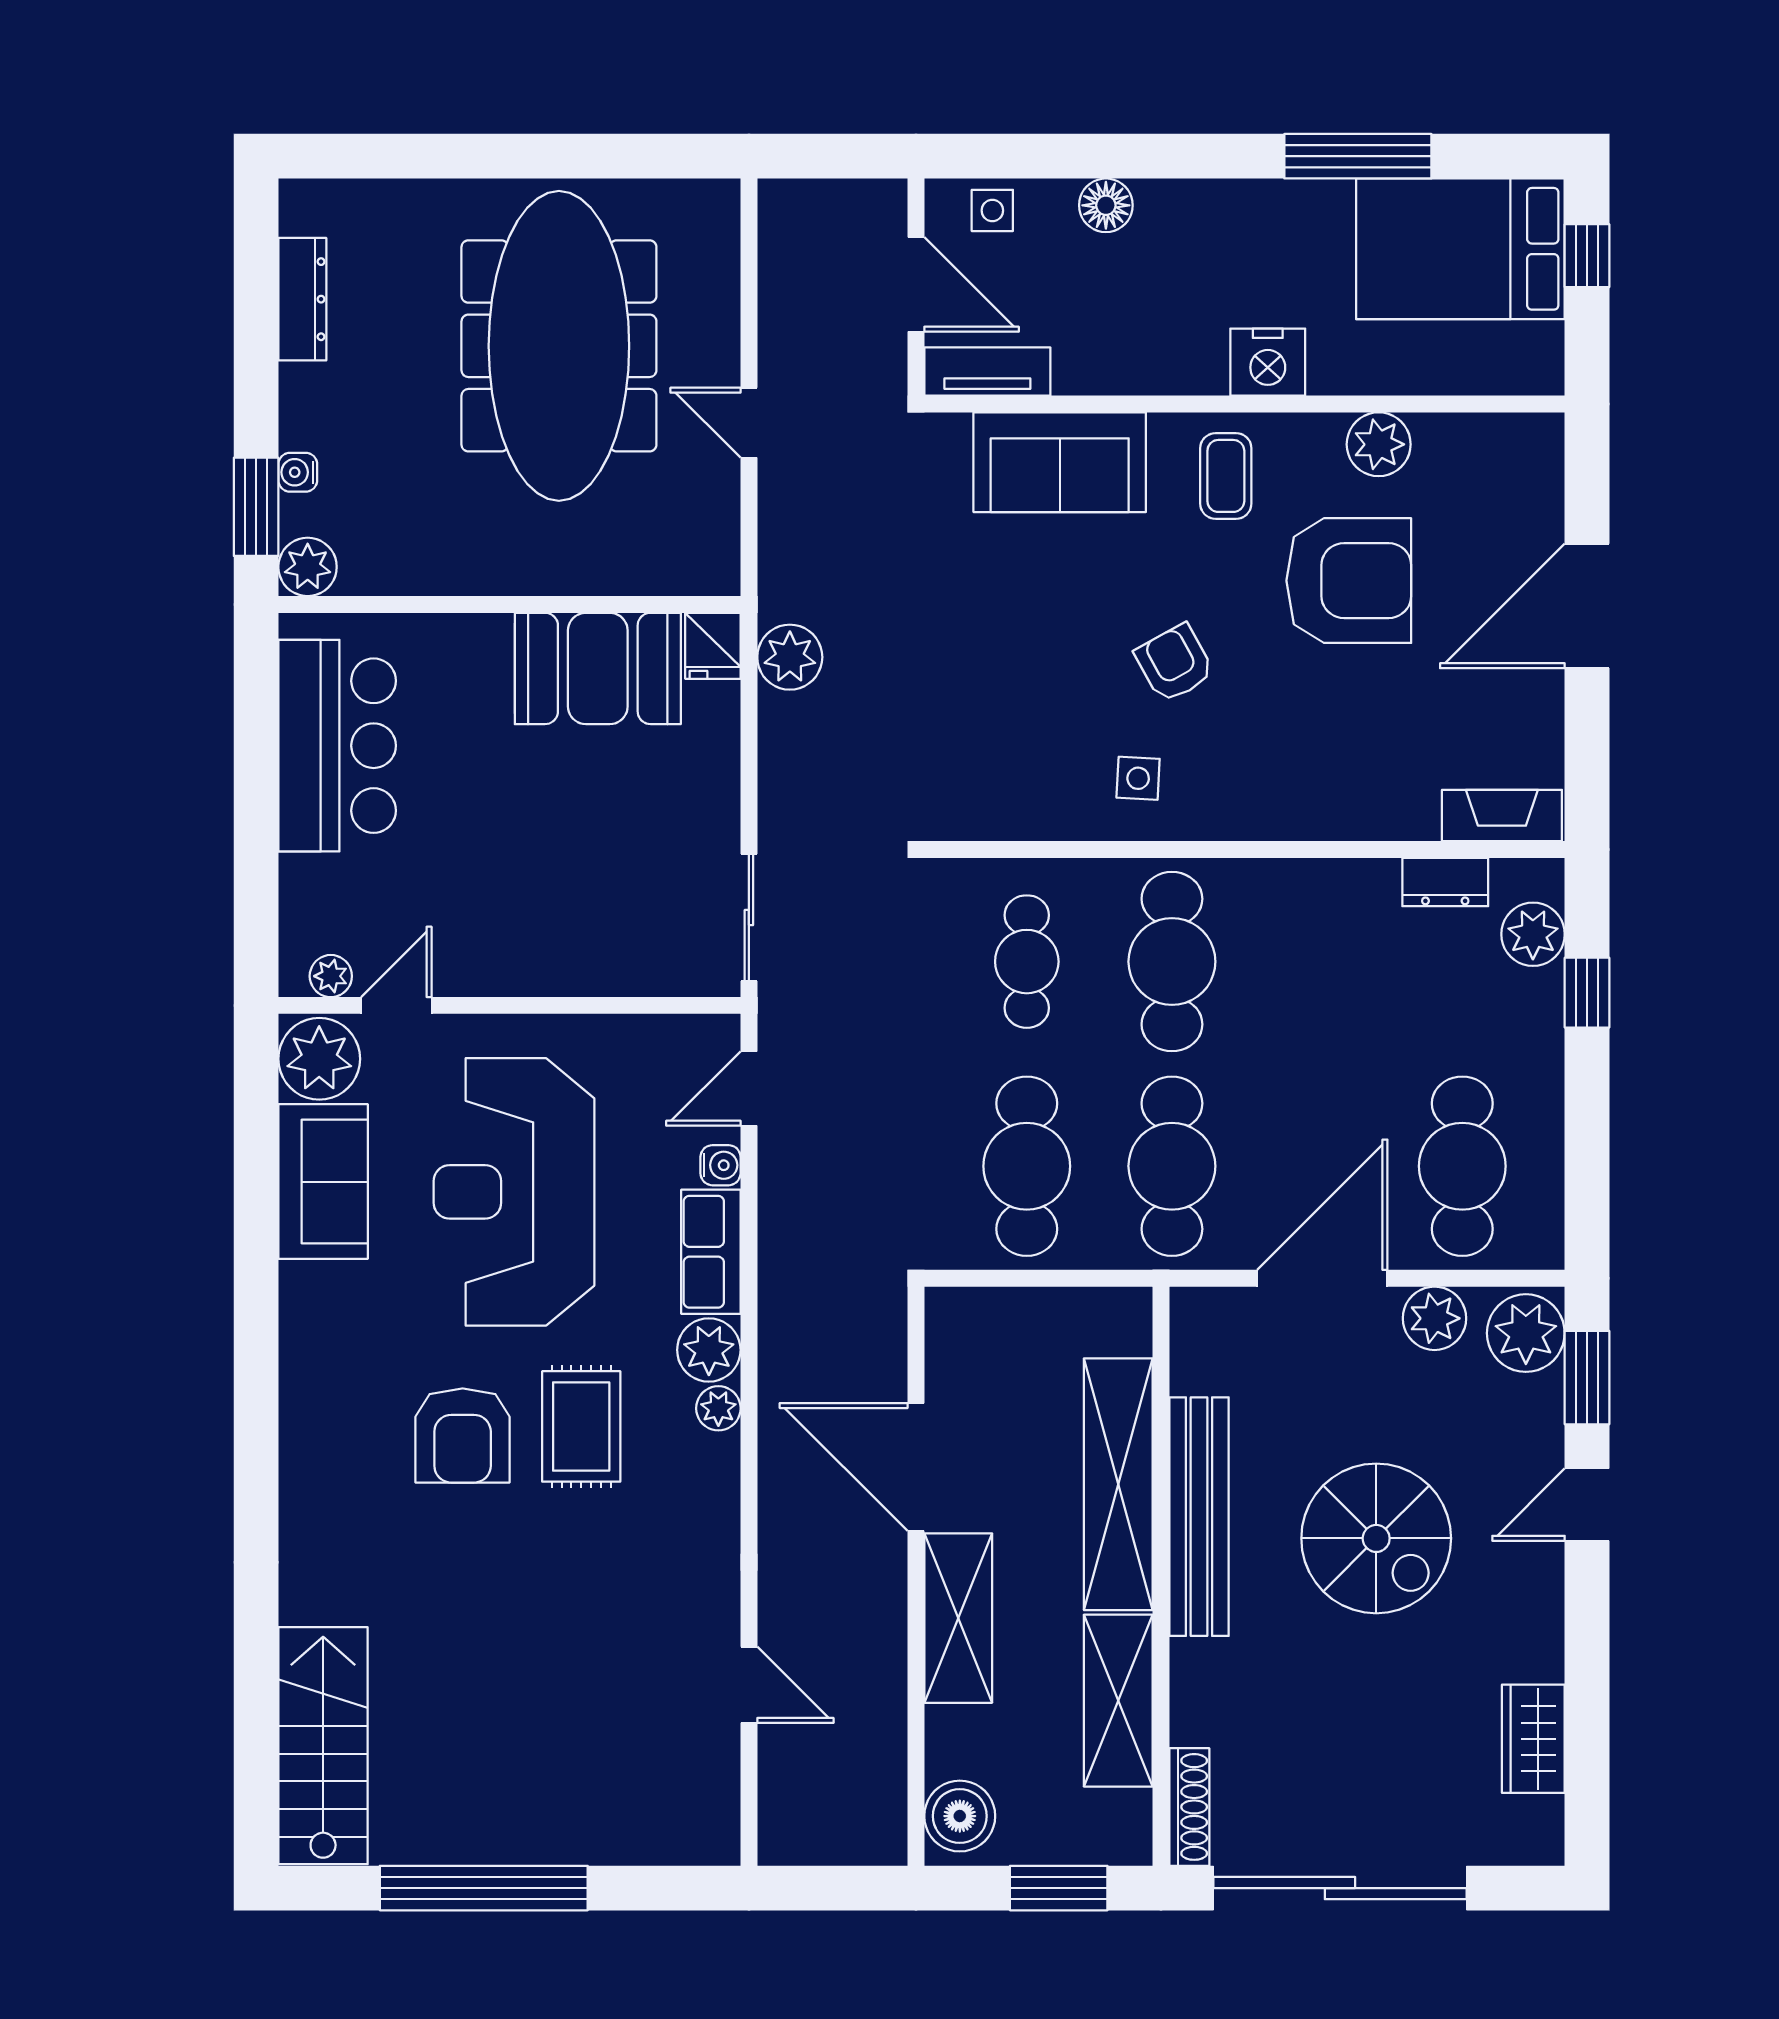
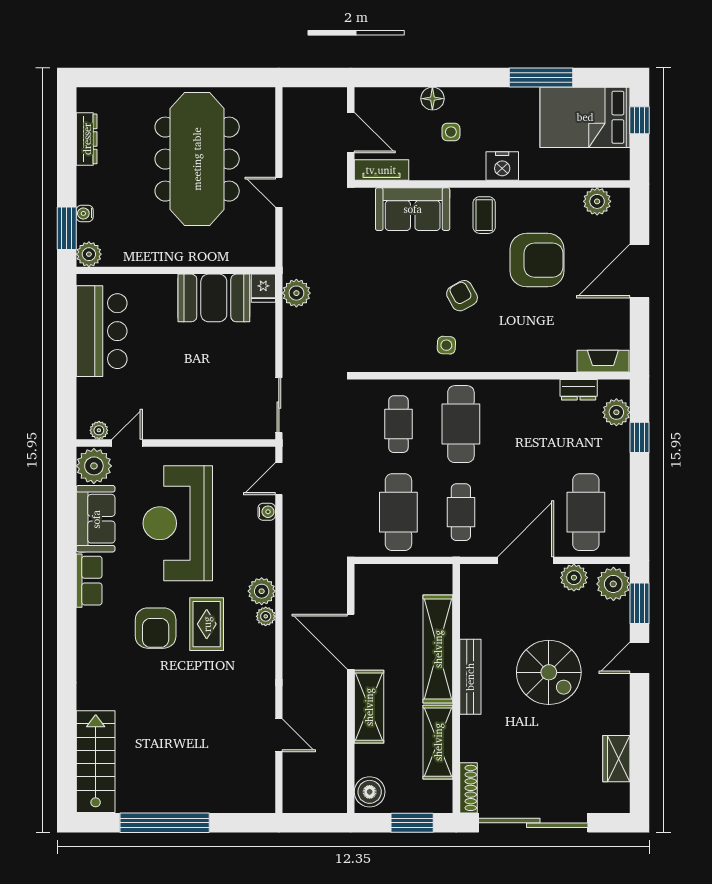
side table: (992, 210) -> (451, 132), moved
plant: (1379, 444) -> (597, 201), moved
cafe table: (1172, 1166) -> (461, 512), width x0.73, depth x0.74
row of seats: (711, 1252) -> (89, 581), moved, turned 180
bench: (1199, 1517) -> (470, 677), width x0.73, depth x0.82

